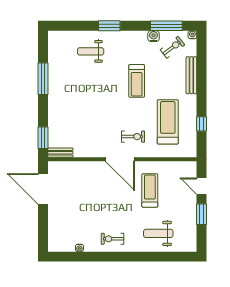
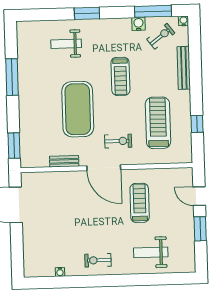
exercise mat: (99, 108) -> (78, 109), added
bench: (60, 153) -> (64, 161), moved

